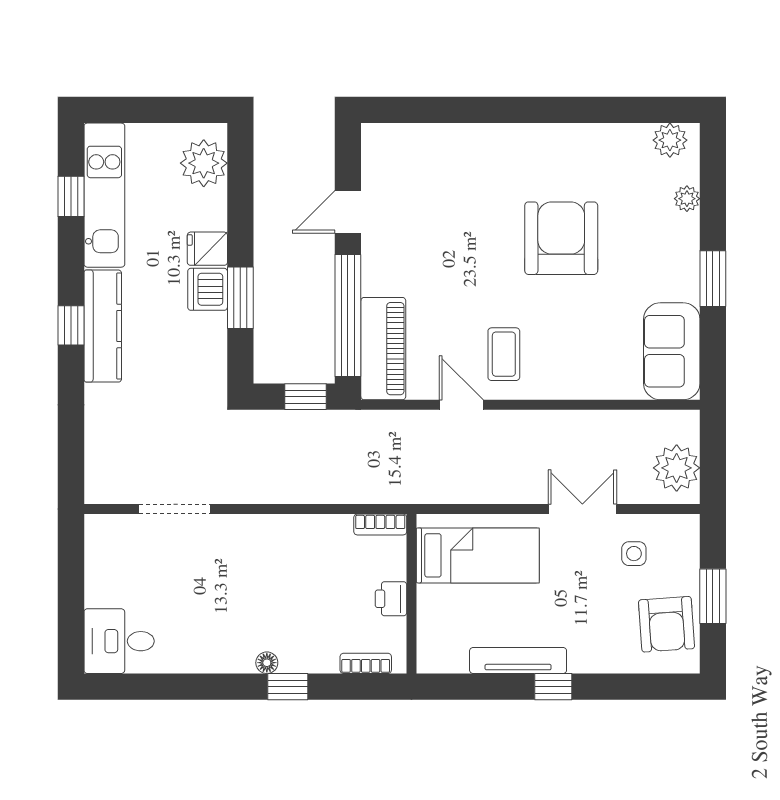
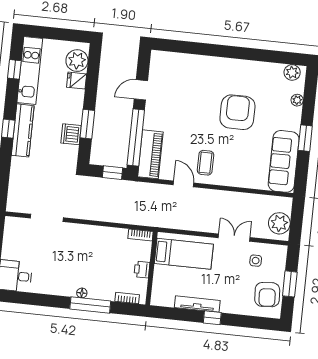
fridge: (207, 249) -> (77, 81), moved
dishwasher: (208, 289) -> (71, 134), moved
sofa: (672, 351) -> (284, 161), width x1.36
window: (288, 687) -> (90, 305), width x2.17

